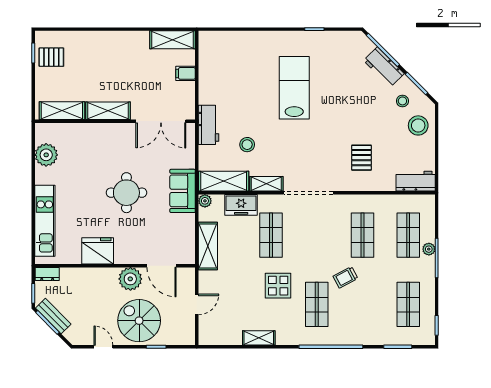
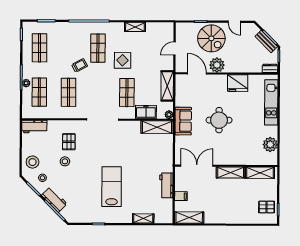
lab bench: (294, 88) -> (112, 187), turned 180
workbench: (209, 125) -> (166, 185), moved
stool: (247, 145) -> (65, 161), moved
shelving: (266, 184) -> (143, 218), moved

